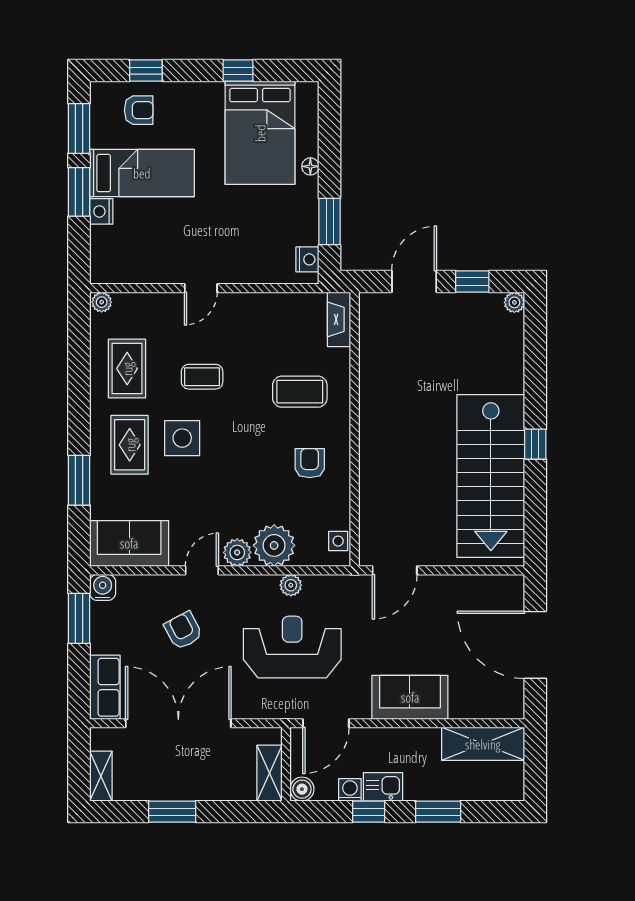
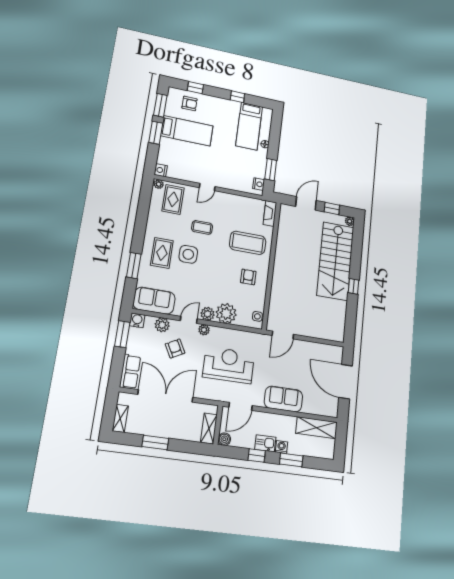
bed: (260, 133) -> (249, 126), width x0.67
nightstand: (101, 211) -> (161, 170), moved
rug: (127, 369) -> (173, 199), moved
coffee table: (300, 392) -> (248, 243), width x1.36, depth x1.32
stairs: (491, 476) -> (335, 261), moved
plant: (291, 585) -> (204, 330), moved
plant: (152, 589) -> (162, 325), added
washing machine: (350, 790) -> (281, 447), moved

